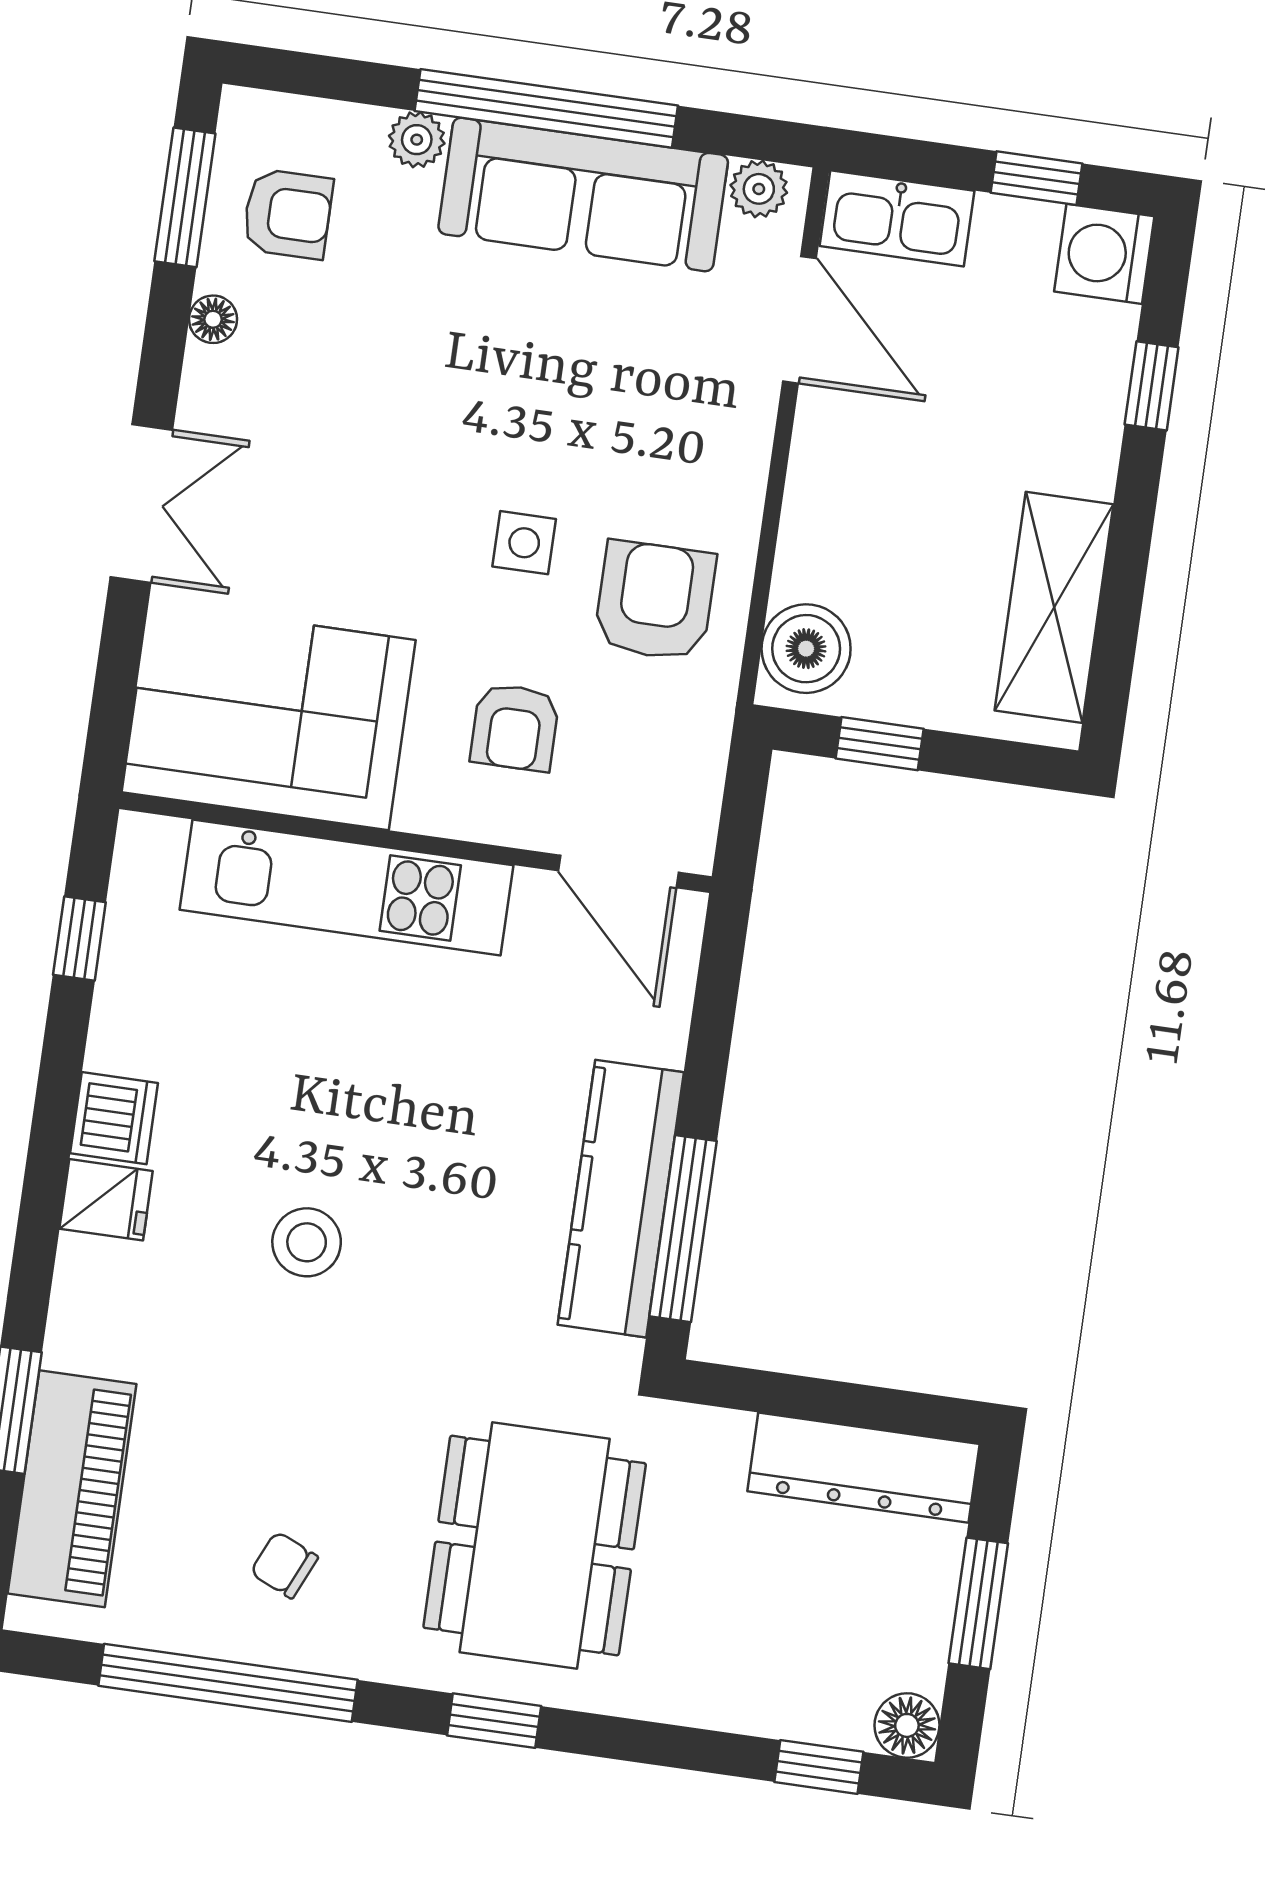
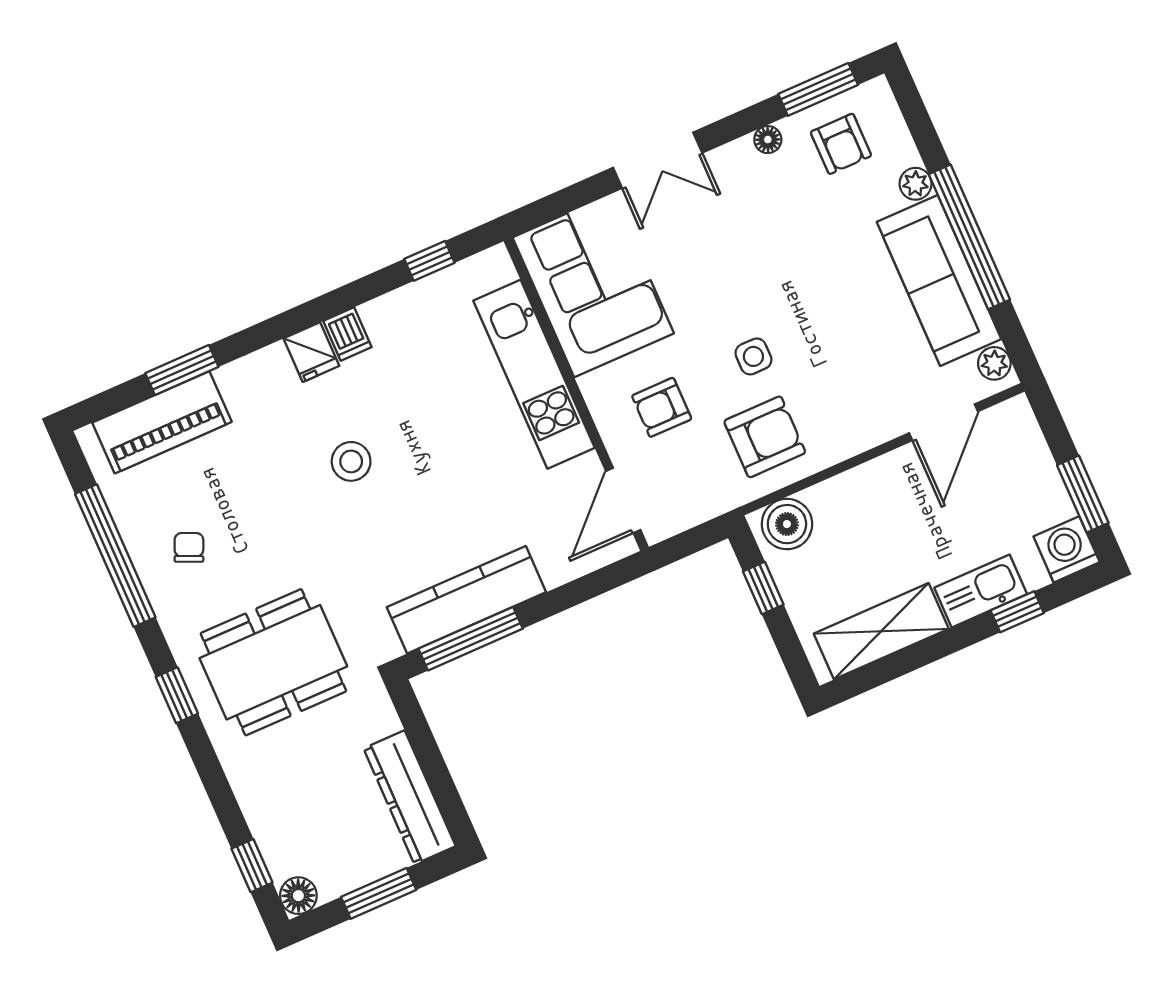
window: (1037, 178) -> (1083, 494), width x1.50
kitchen sink: (897, 218) -> (981, 591), moved, turned 90
dishwasher: (114, 1118) -> (347, 334), width x0.73

